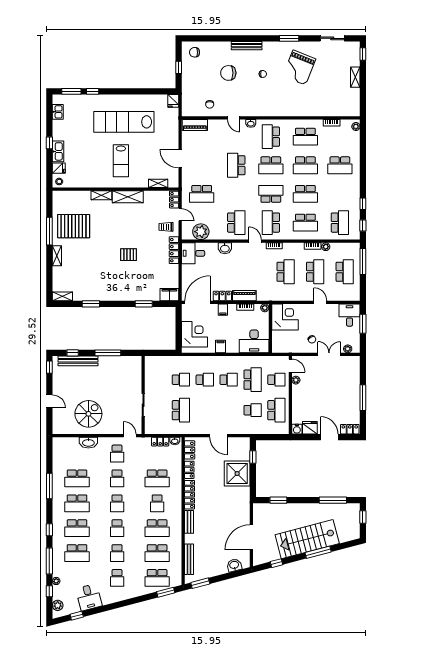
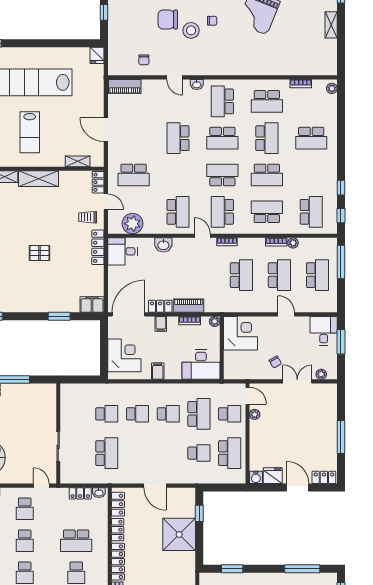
stool: (246, 81) -> (191, 30), added
school desk: (305, 165) -> (267, 138), turned -90
school desk: (305, 223) -> (267, 212), turned 180

